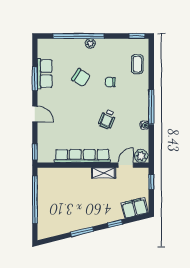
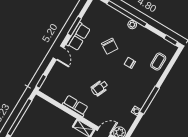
row of seats: (45, 74) -> (78, 37), moved
wheelchair: (107, 119) -> (100, 88), moved
row of seats: (82, 156) -> (75, 106), width x0.50

